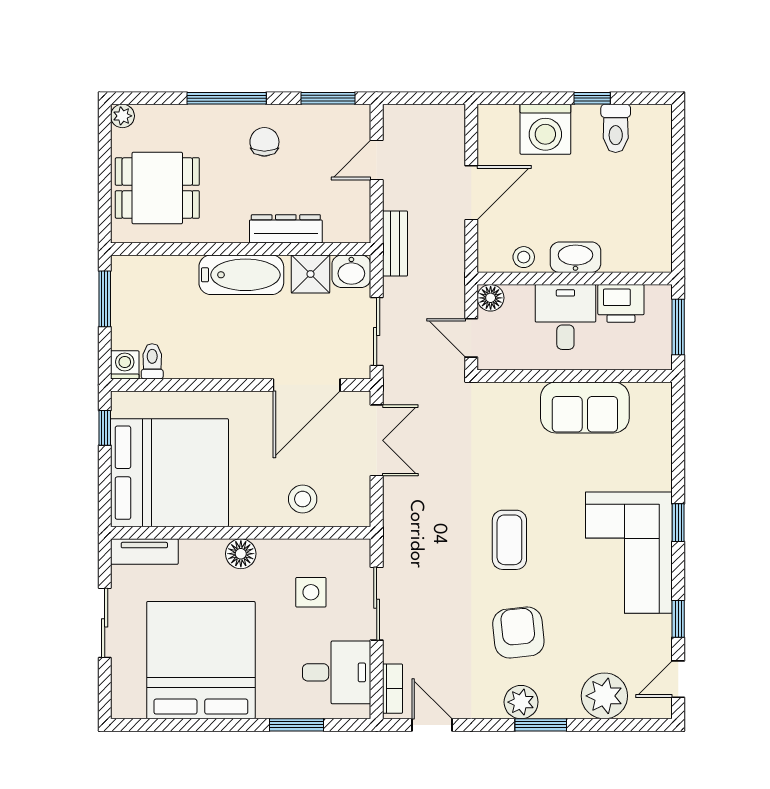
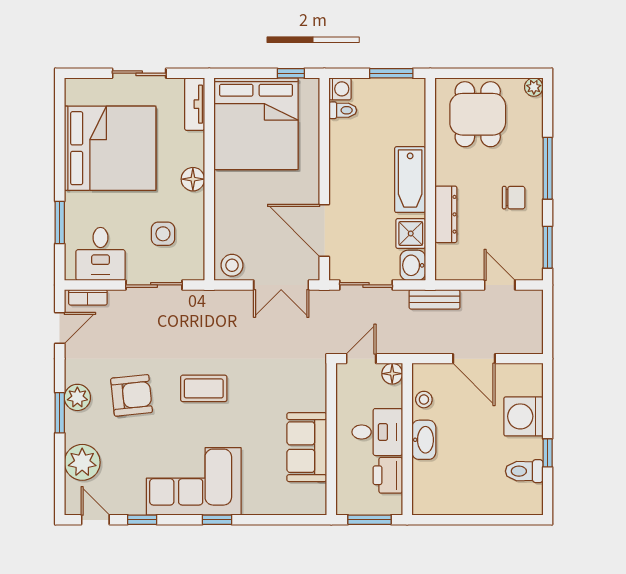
stool: (303, 499) -> (232, 265), moved

